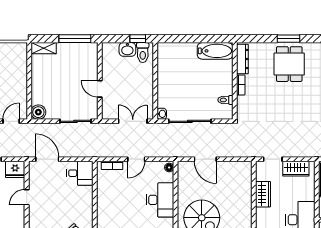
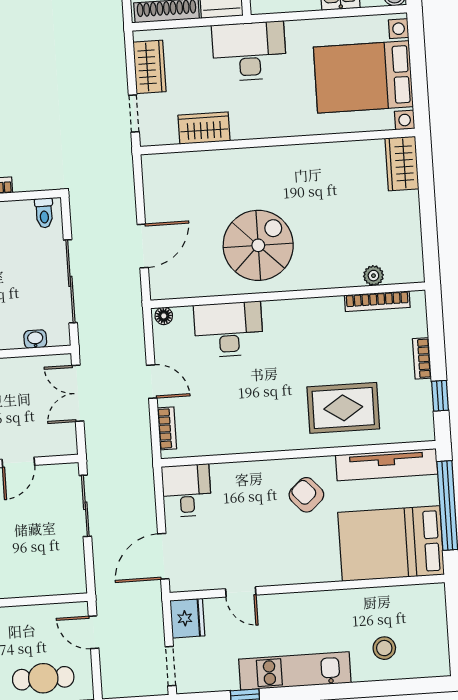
toilet: (225, 100) -> (44, 213), moved
boiler: (38, 112) -> (72, 580), removed
washbasin: (162, 114) -> (35, 339), moved

